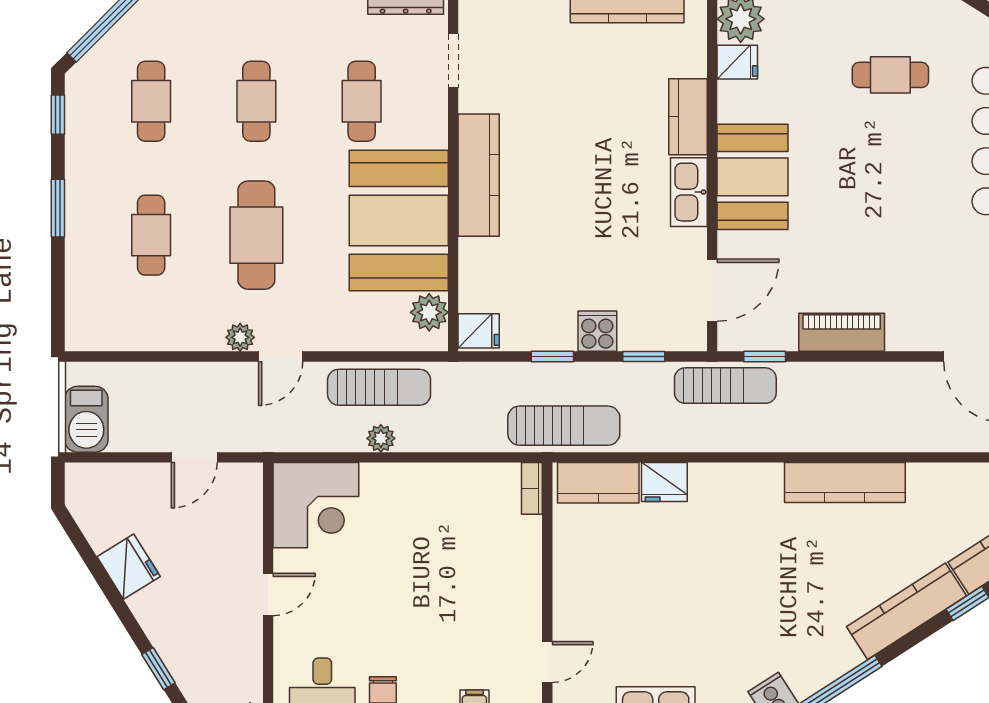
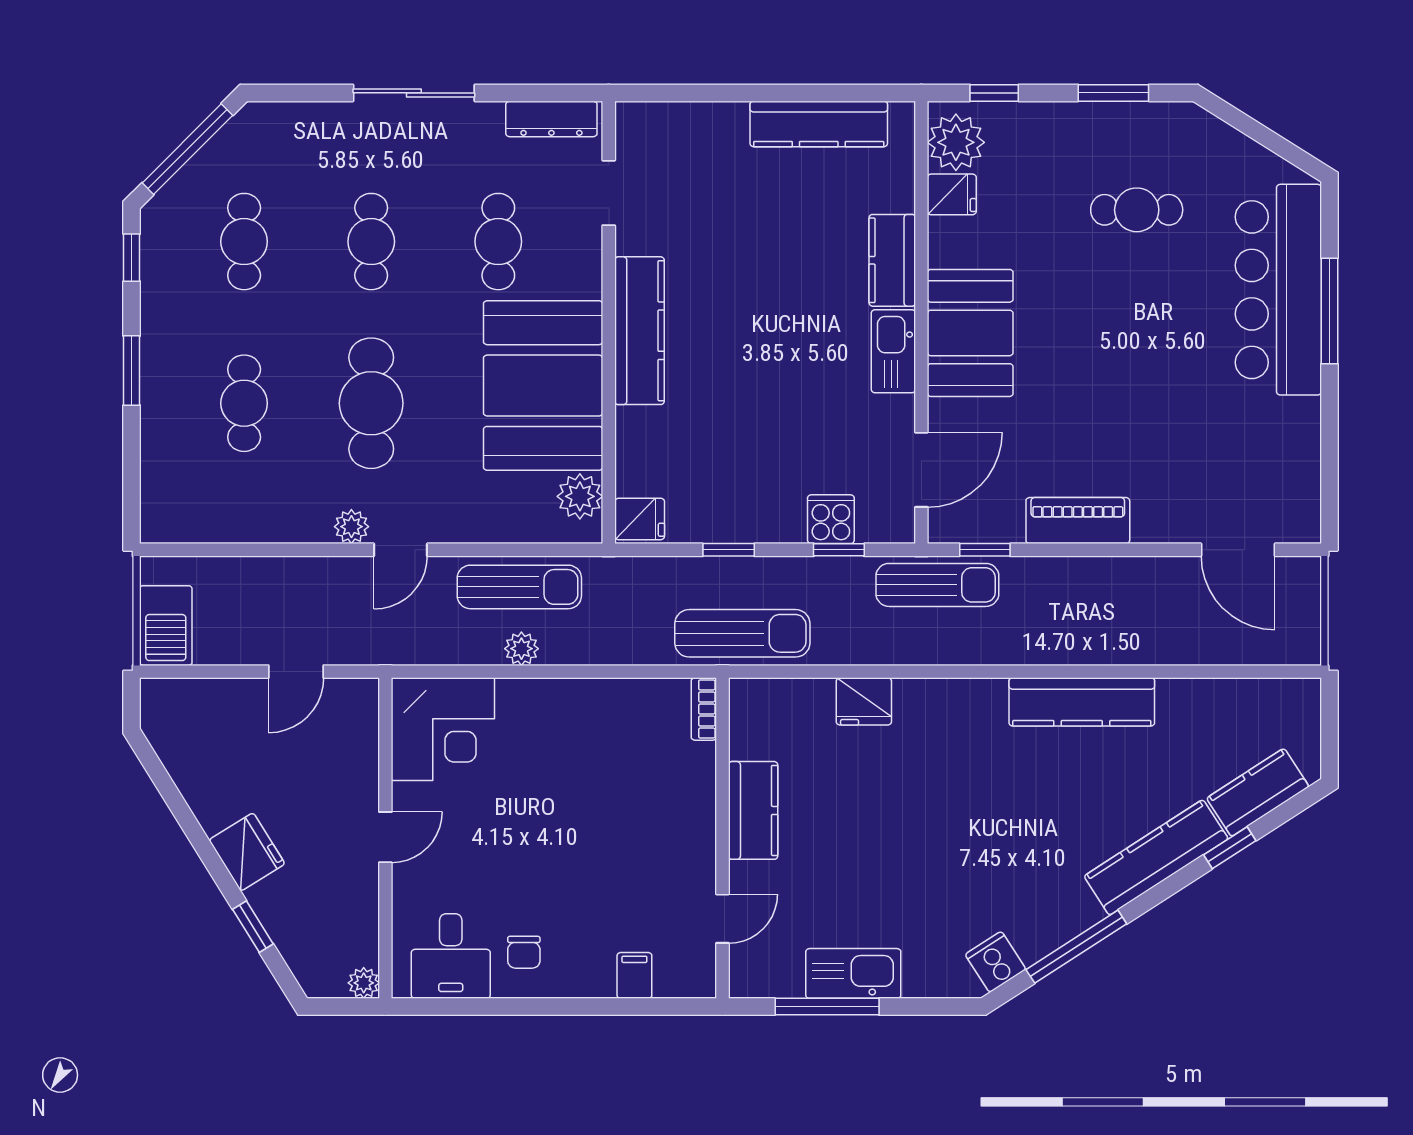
cooker: (597, 331) -> (831, 519), moved
kitchen counter: (598, 483) -> (753, 810), moved, turned -90
fridge: (129, 567) -> (247, 852), moved

